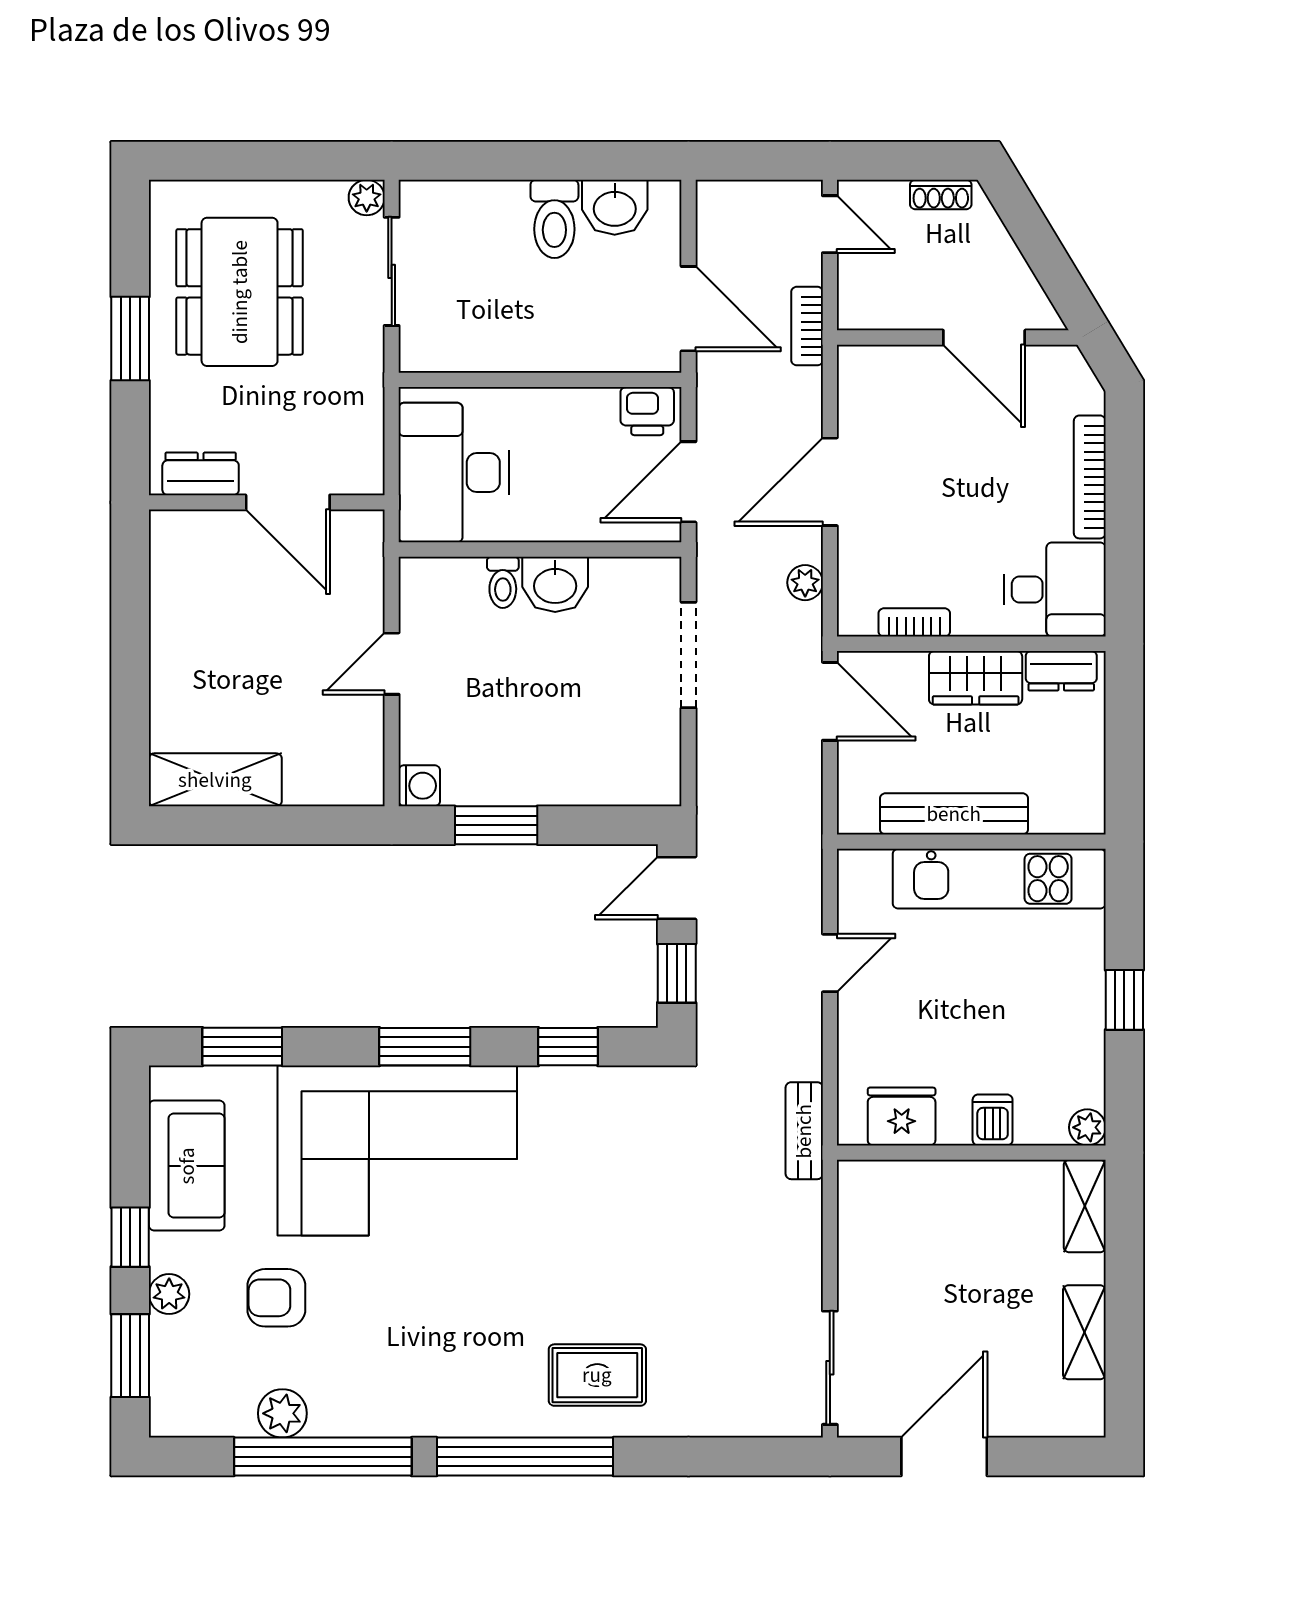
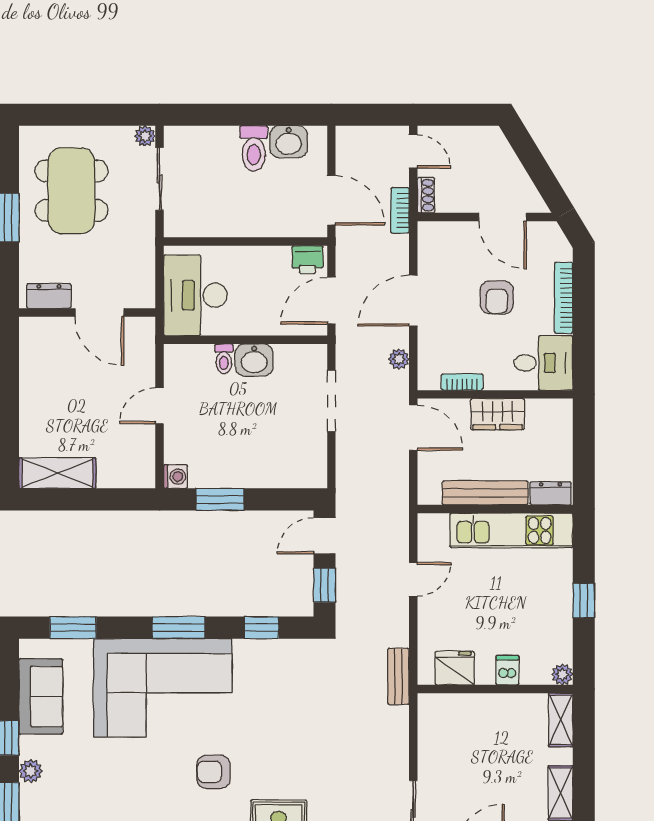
shoe rack: (941, 195) -> (426, 195), moved, turned -90
armchair: (974, 476) -> (497, 297), added
dresser: (1061, 671) -> (551, 493), moved, turned 180
armchair: (276, 1298) -> (214, 772), moved

